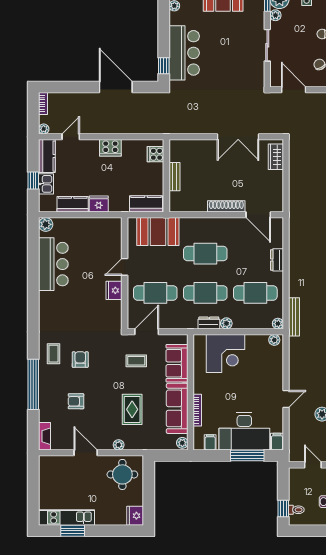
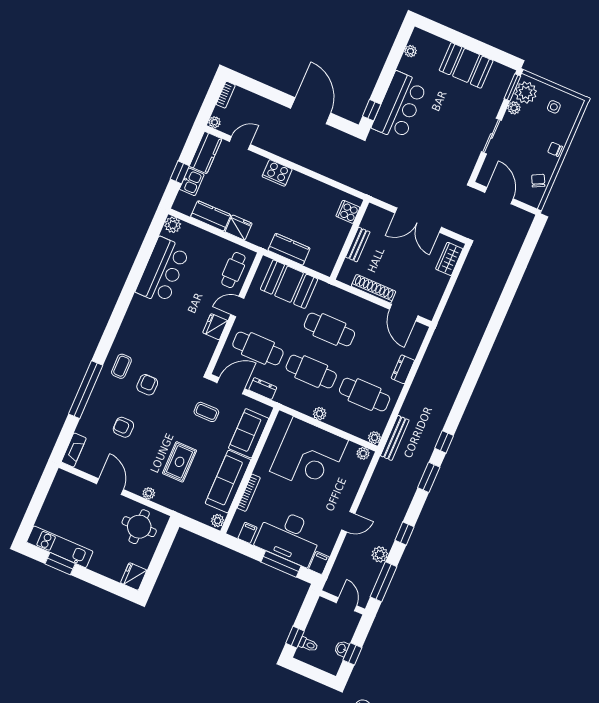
cooker: (155, 154) -> (348, 212), moved
wall: (166, 176) -> (350, 240), moved
bench: (174, 177) -> (358, 245), moved
cafe table: (109, 239) -> (233, 270), added
dresser: (209, 323) -> (263, 389), moved
corner desk: (225, 353) -> (309, 456), width x1.36, depth x1.36

